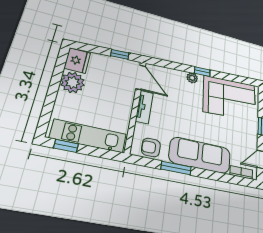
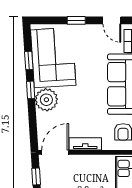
window: (228, 77) -> (29, 60), added
plant: (192, 78) -> (46, 100), width x1.87, depth x1.87

